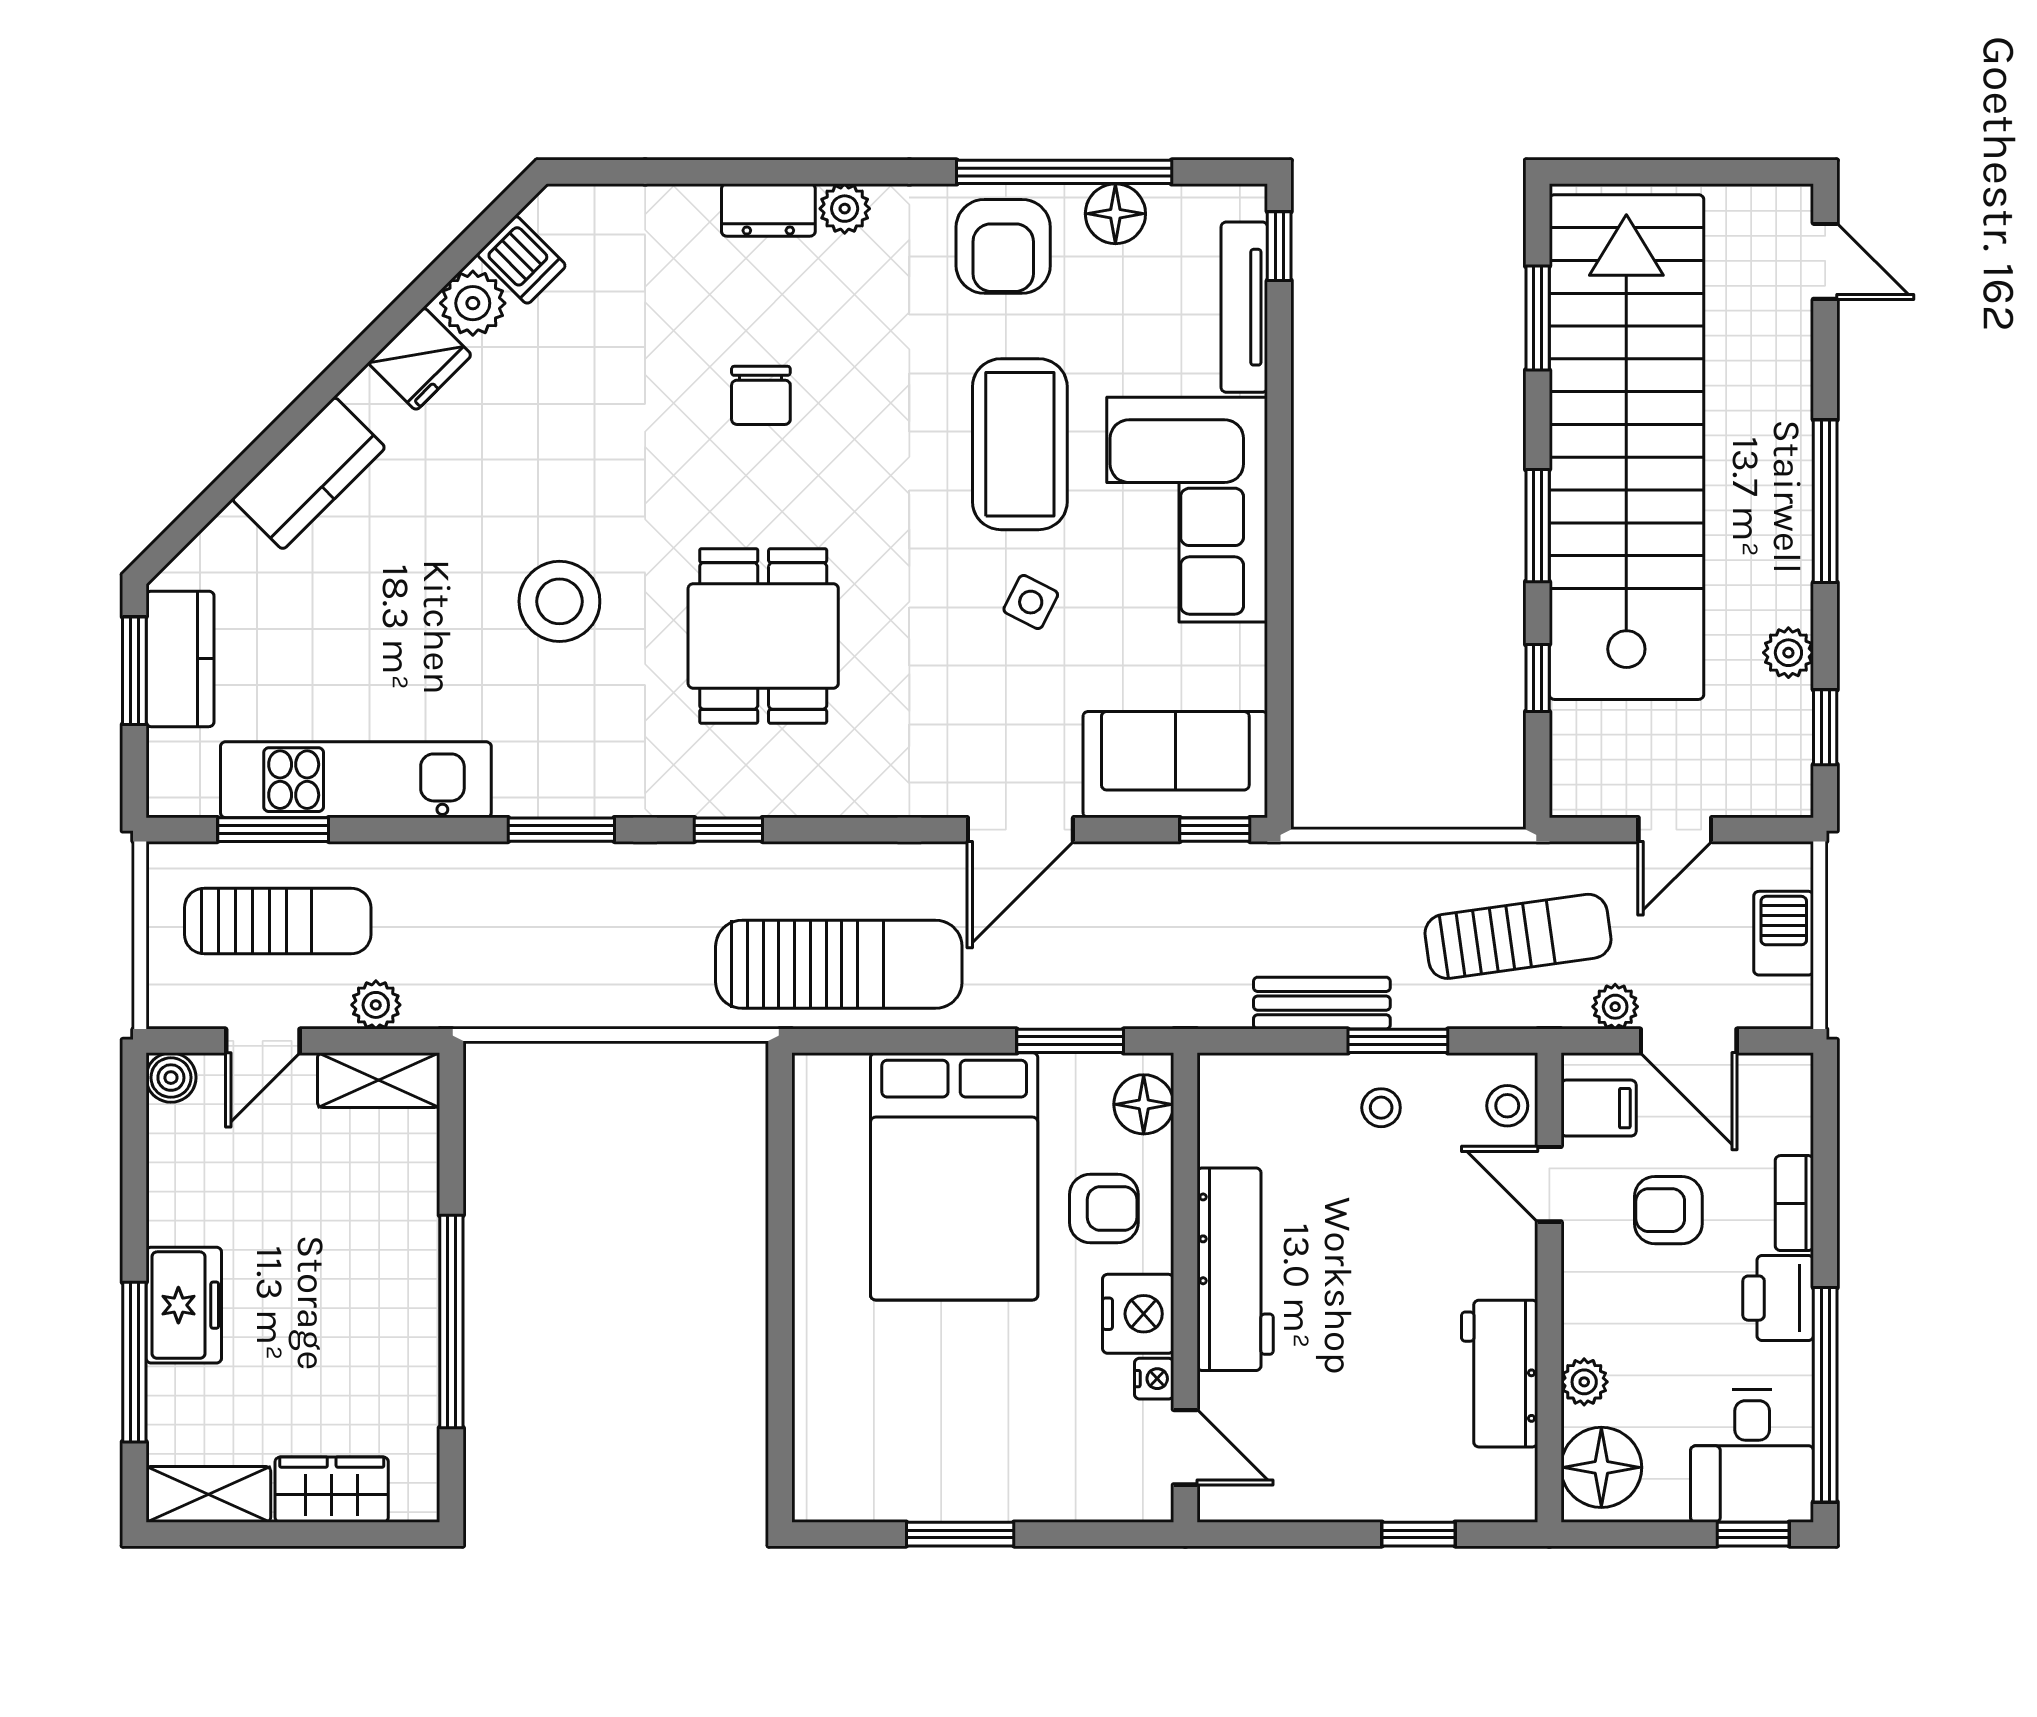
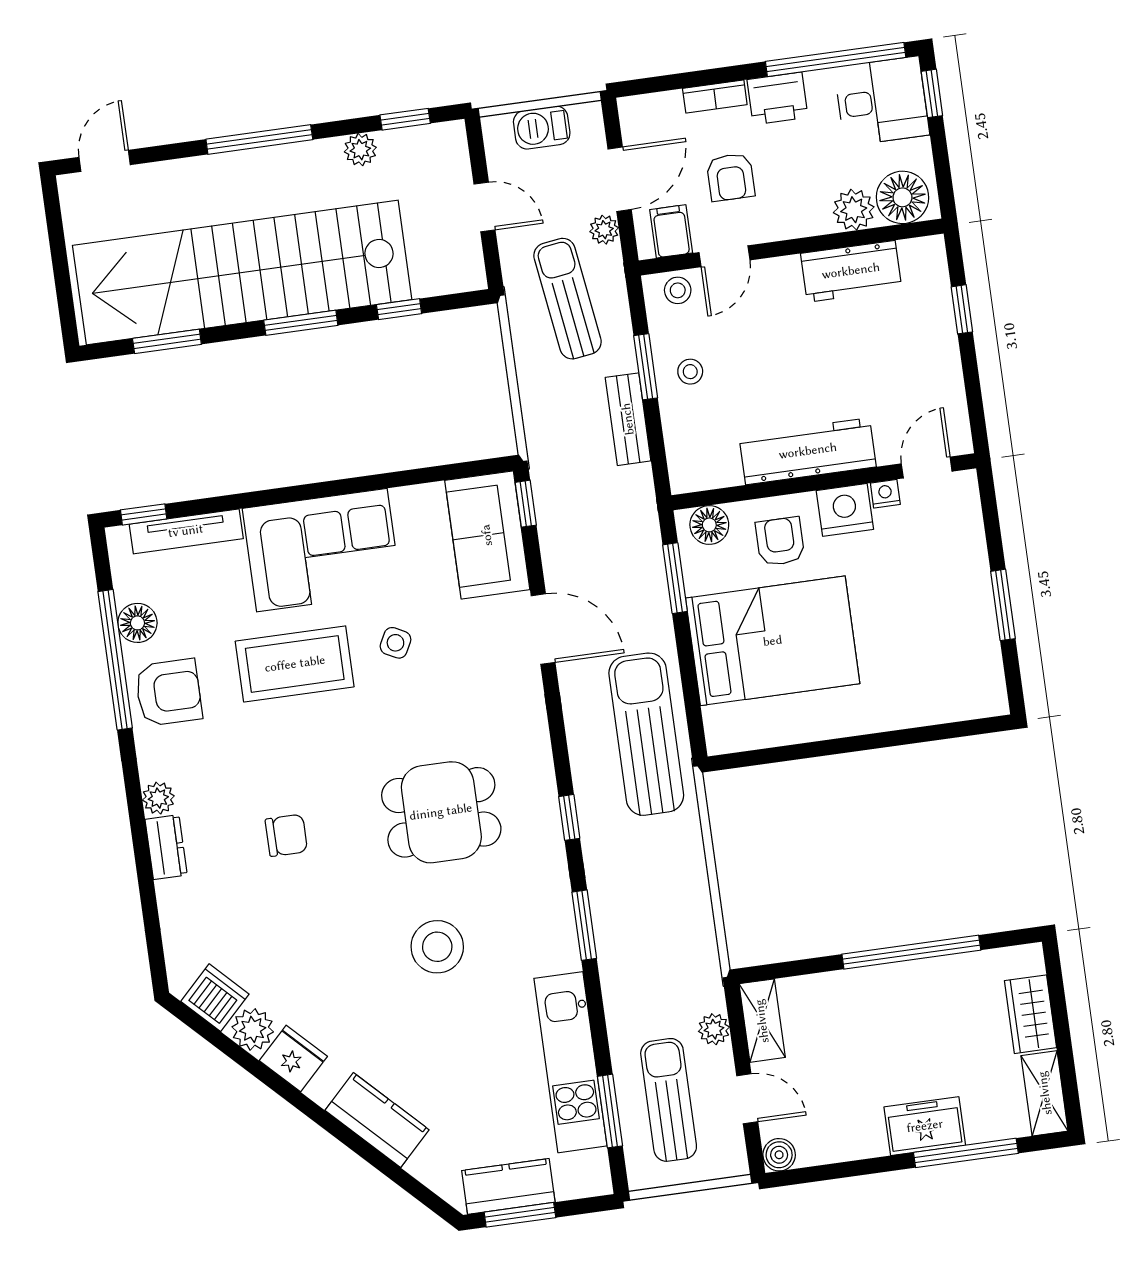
dishwasher: (522, 260) -> (215, 998), width x1.38
plant: (1584, 1382) -> (854, 210), width x1.38, depth x1.38

